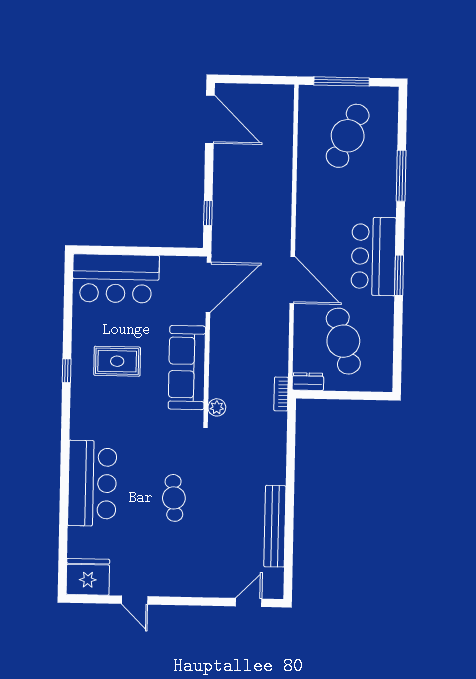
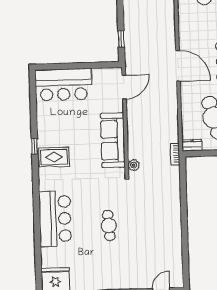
door: (292, 280) -> (178, 66), moved
door: (208, 287) -> (124, 87), width x0.73
rug: (117, 361) -> (54, 157), moved
bench: (275, 526) -> (176, 240), removed

